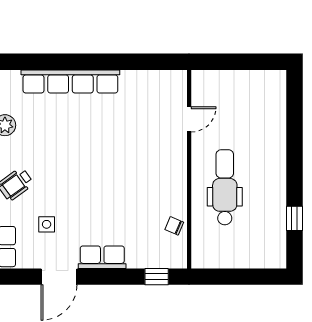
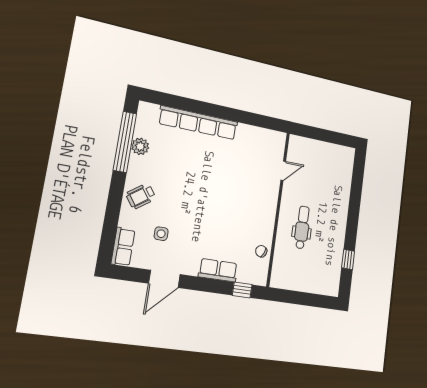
dental chair: (225, 187) -> (302, 227), width x0.73, depth x0.72
row of seats: (102, 257) -> (218, 270), moved

